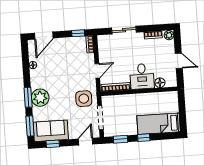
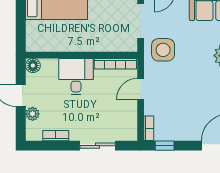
plant: (169, 35) -> (33, 114), moved
floor lamp: (160, 83) -> (33, 66), moved

